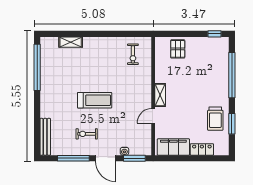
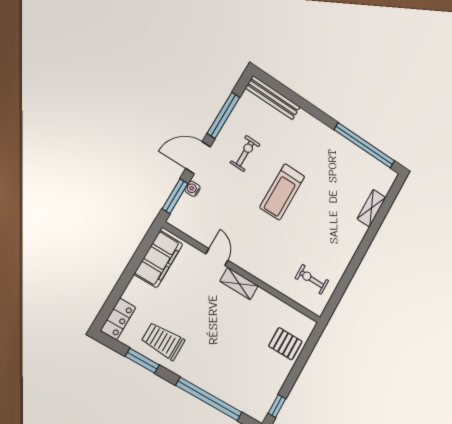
locker: (202, 149) -> (118, 319), moved

